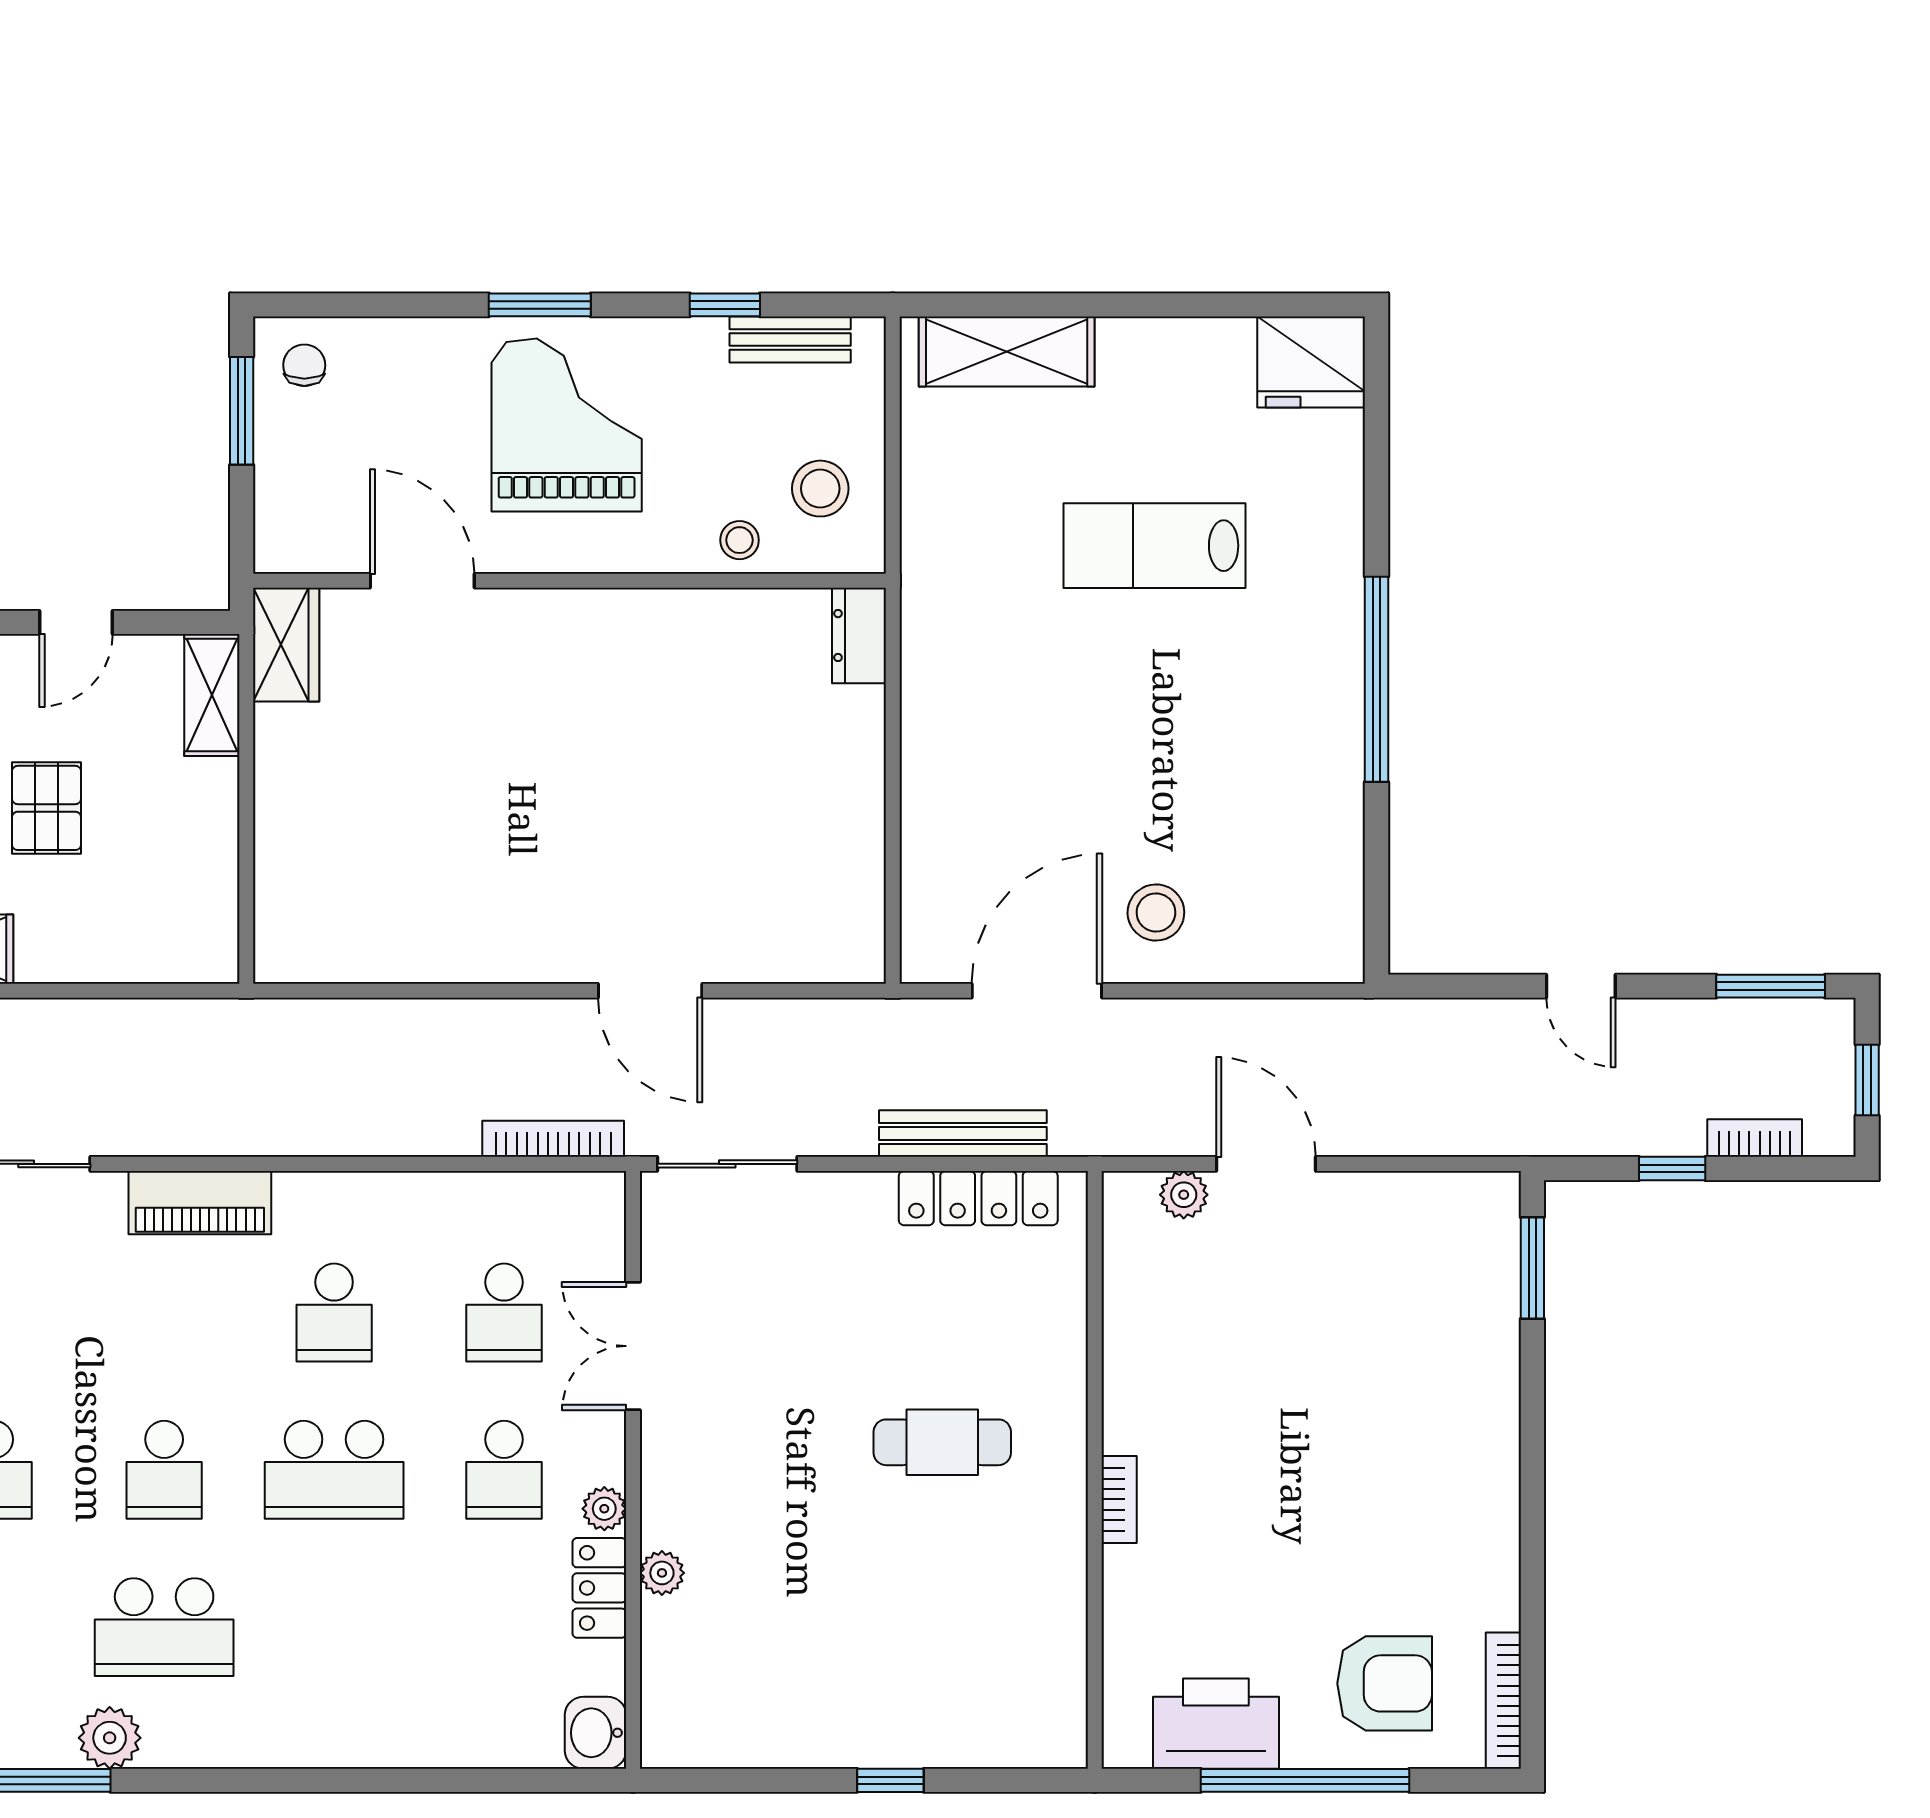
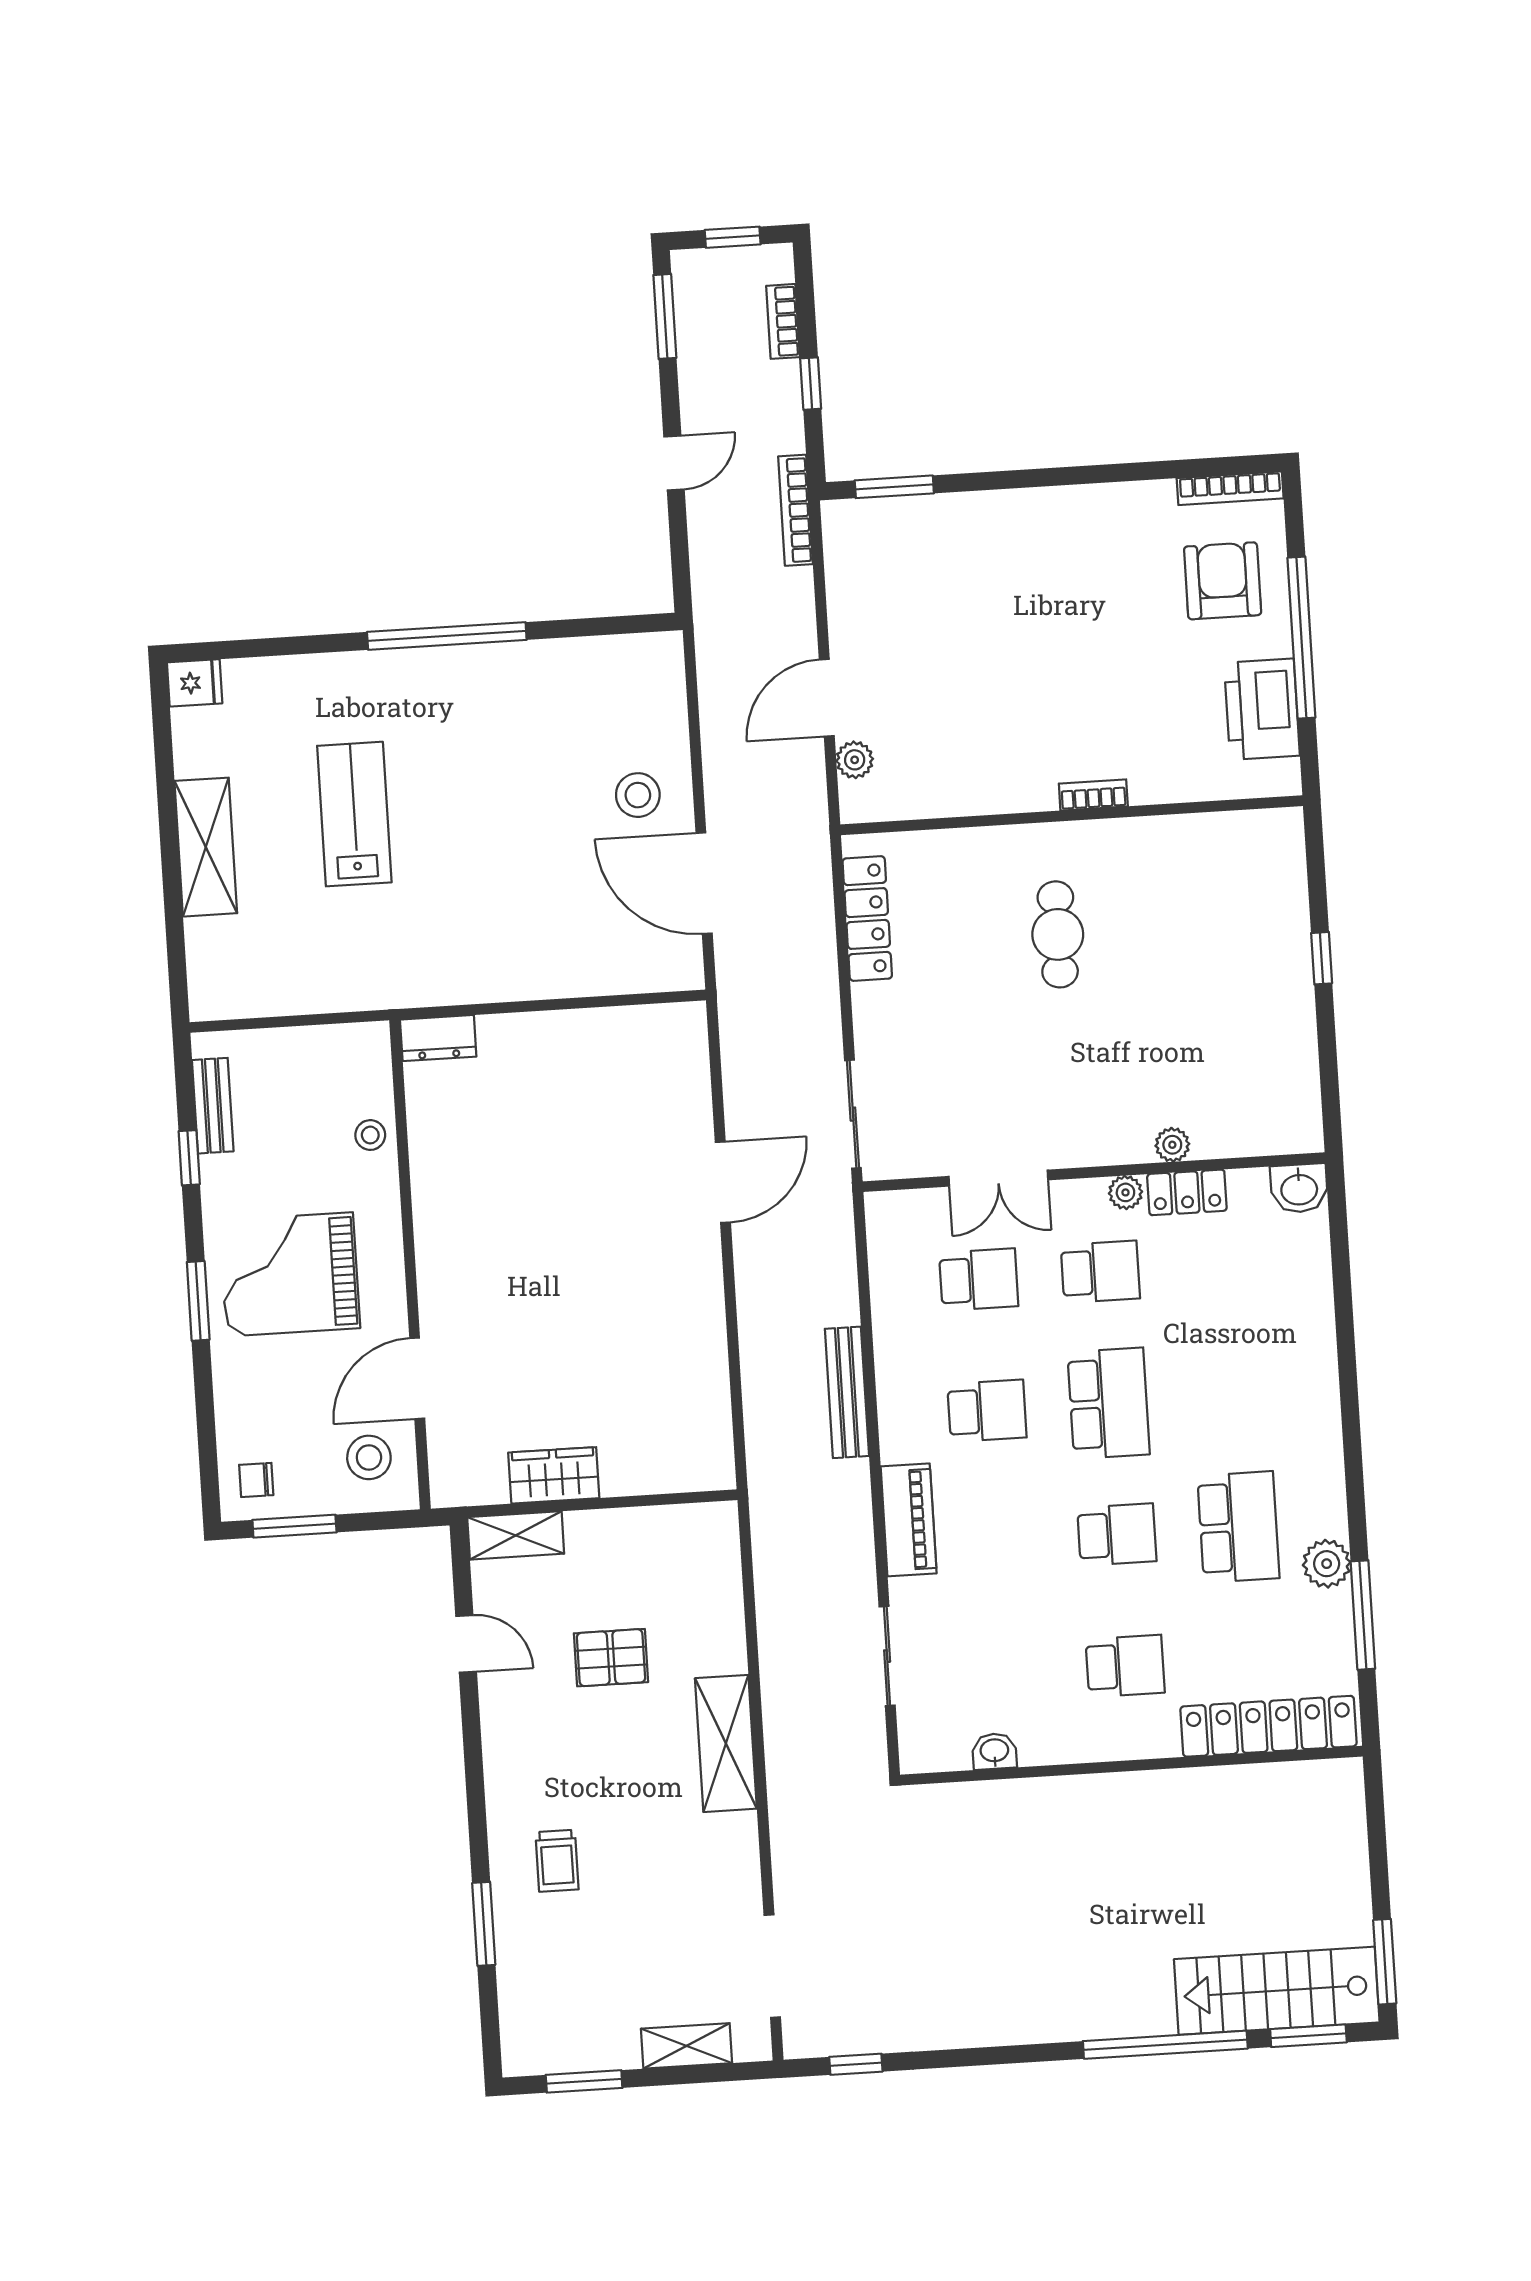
shelving: (1007, 352) -> (206, 847), moved
fridge: (1311, 362) -> (195, 683), width x0.53, depth x0.75
stool: (820, 489) -> (369, 1457), moved
lab bench: (1154, 546) -> (354, 814), turned 180
wardrobe: (286, 645) -> (554, 1475), moved
bench: (963, 1134) -> (847, 1392), moved
bookcase: (553, 1139) -> (796, 510), moved

